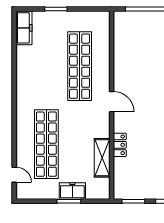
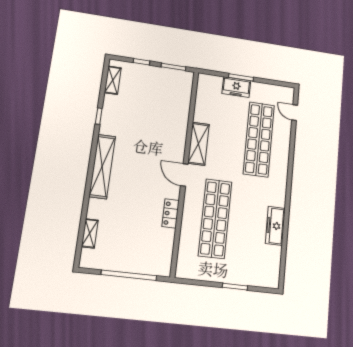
freezer: (24, 28) -> (275, 226), moved
locker: (120, 145) -> (171, 214), moved
shelving: (102, 158) -> (198, 144), moved

